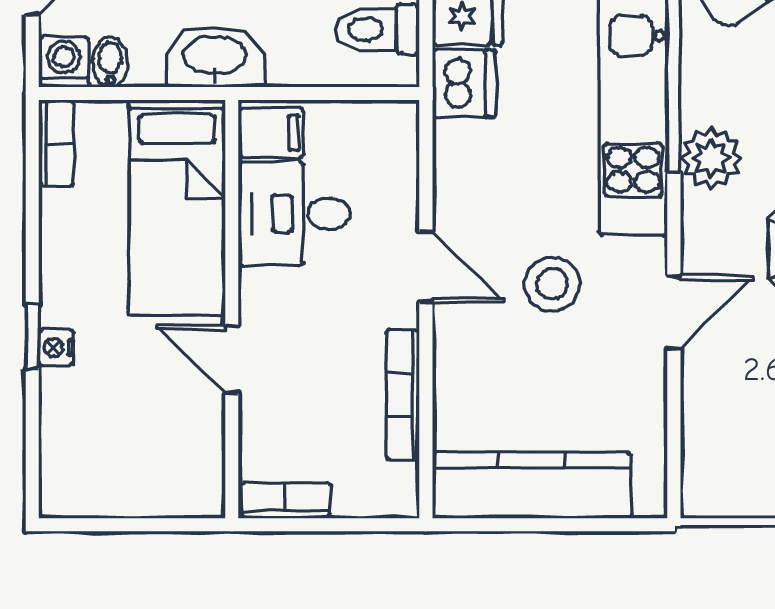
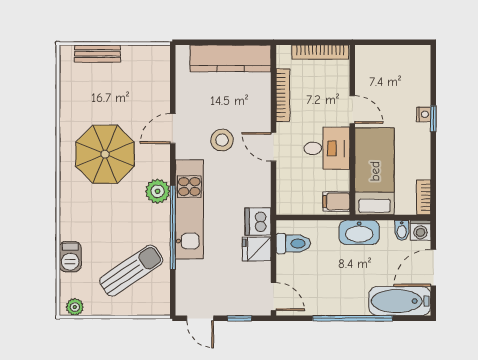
desk: (294, 214) -> (327, 148), moved
bookcase: (286, 500) -> (320, 52), width x1.56

